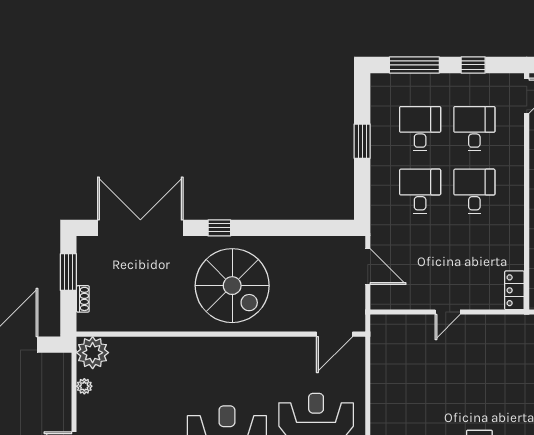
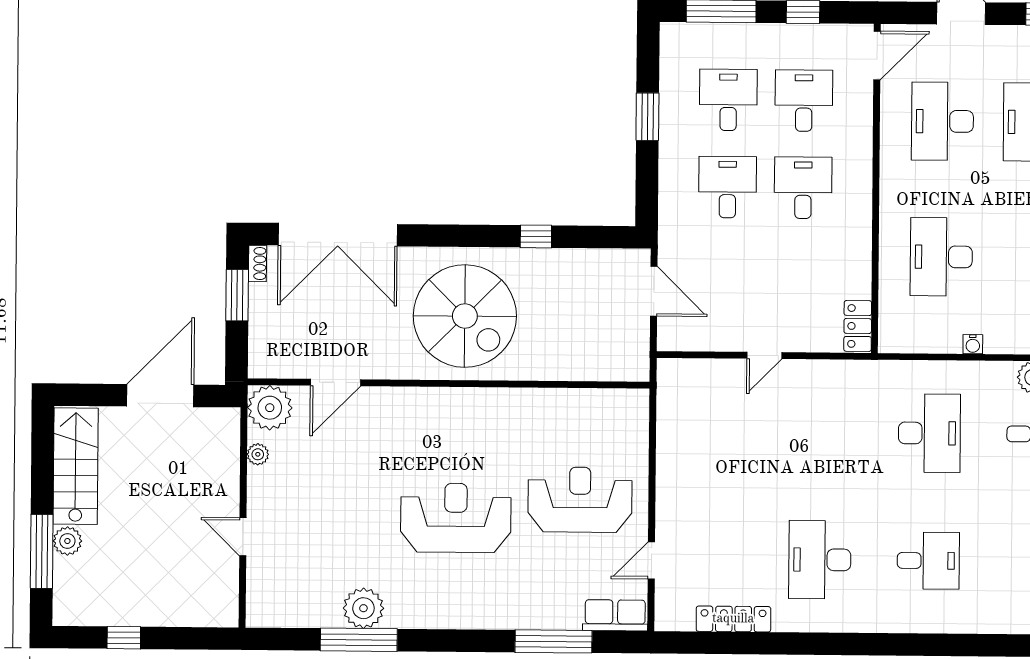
double door: (140, 228) -> (338, 235), swing flipped
window: (219, 228) -> (536, 236), moved
shoe rack: (83, 299) -> (257, 263), moved
door: (334, 334) -> (336, 382), moved

